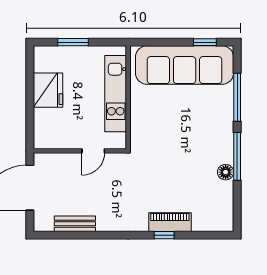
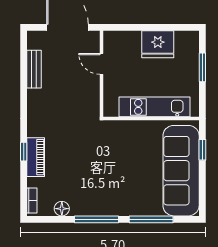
window: (205, 42) -> (202, 150), moved
door: (93, 151) -> (102, 64), moved
floor lamp: (226, 172) -> (62, 209), moved
bookcase: (217, 226) -> (32, 201), added

